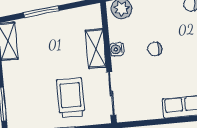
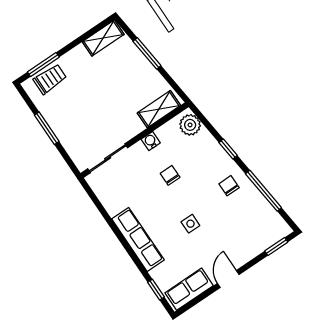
shelving: (96, 49) -> (159, 109), moved
trolley: (71, 98) -> (50, 79), moved, width x0.73, depth x0.72

